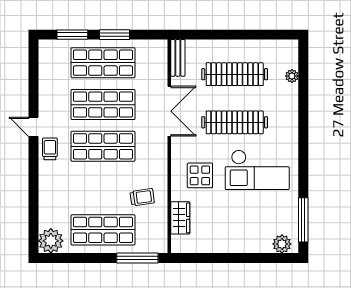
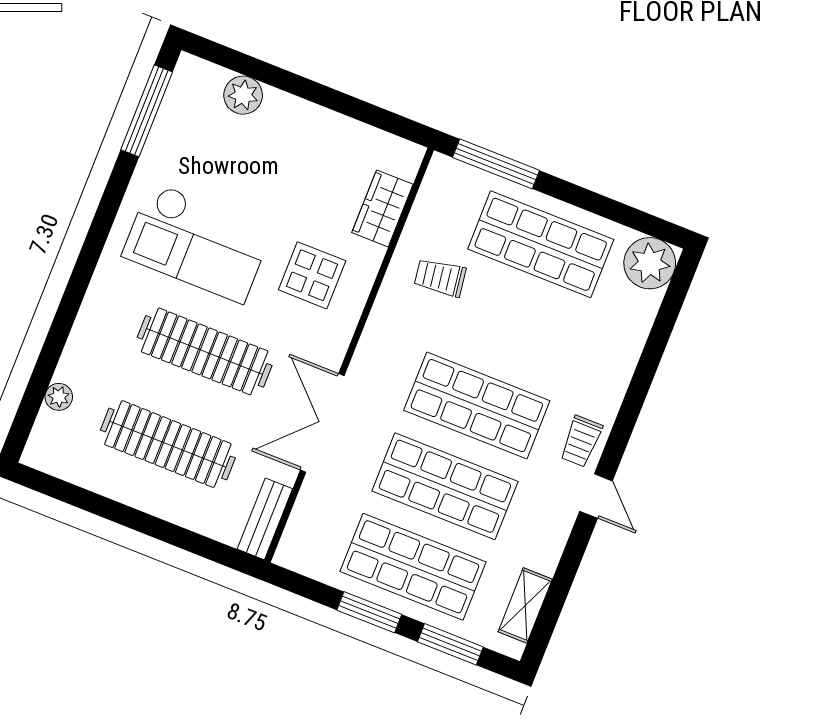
shelving: (46, 65) -> (525, 605), added
checkout: (257, 170) -> (197, 242), turned 180
plant: (282, 244) -> (243, 95), moved

